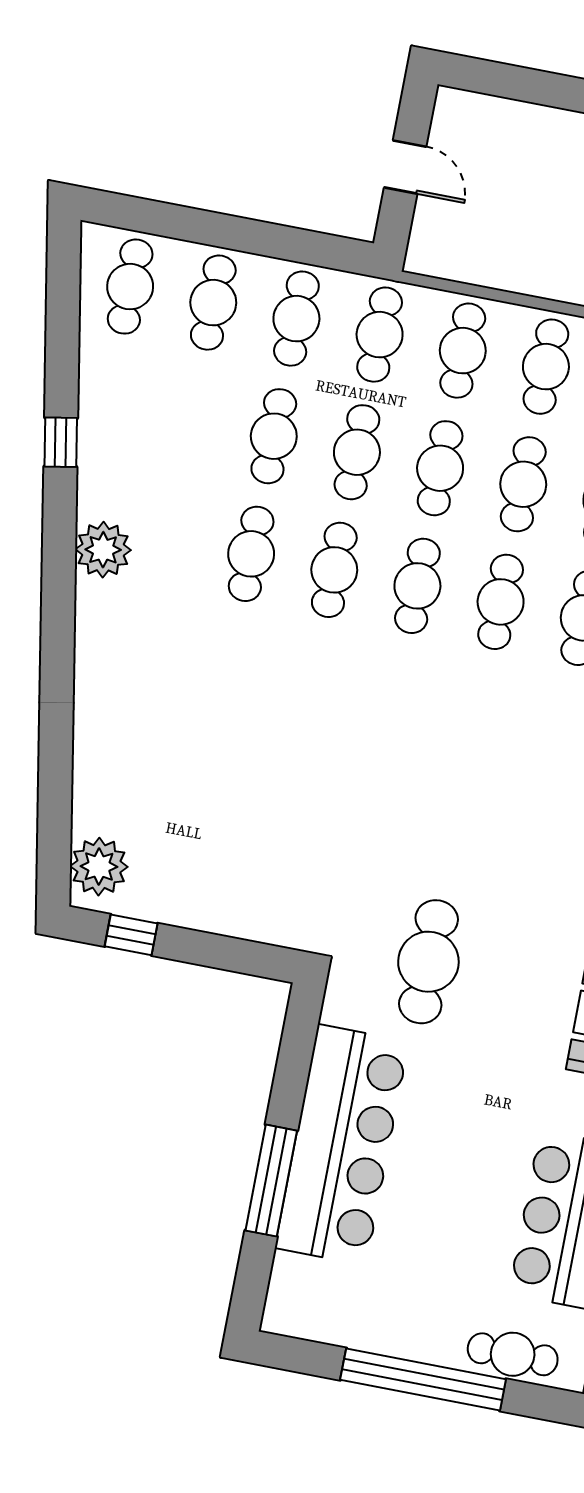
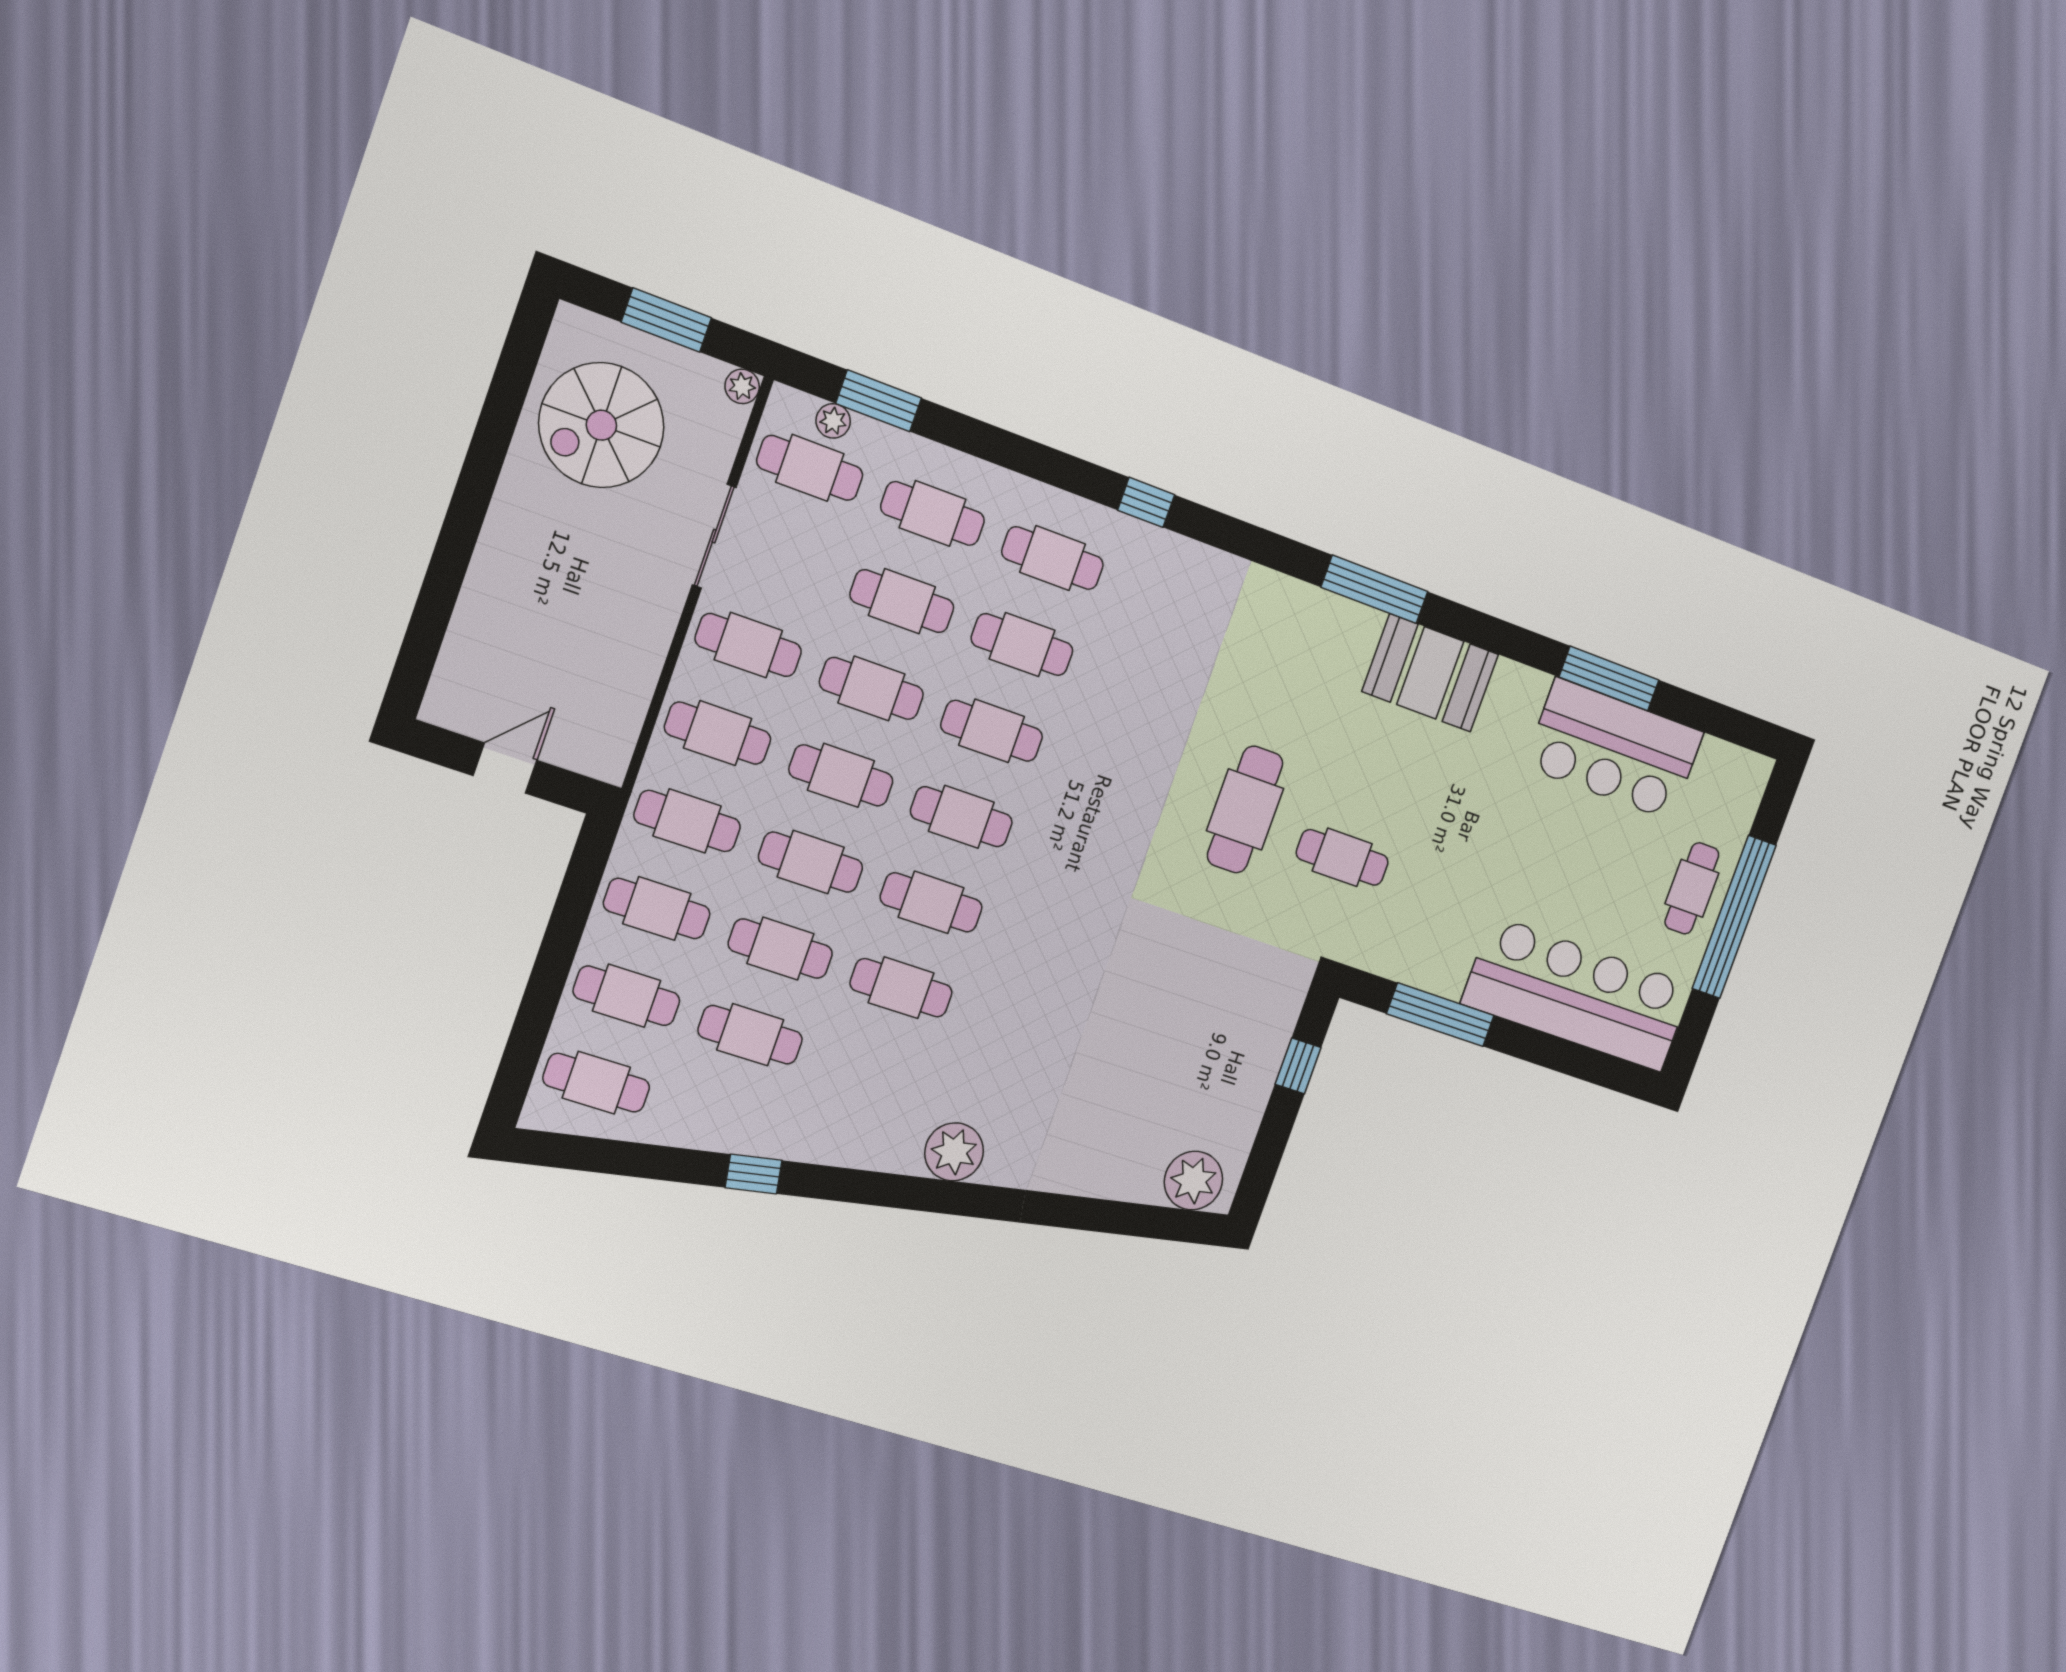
cafe table: (191, 420) -> (750, 1035), added
plant: (103, 550) -> (954, 1152), moved
cafe table: (461, 857) -> (1245, 810), added
window: (131, 935) -> (1298, 1066), moved
cafe table: (428, 962) -> (1342, 857), width x0.73, depth x0.74
bar counter: (342, 1145) -> (1577, 994), moved
window: (271, 1181) -> (1440, 1015), moved
cafe table: (513, 1354) -> (1692, 888), moved

